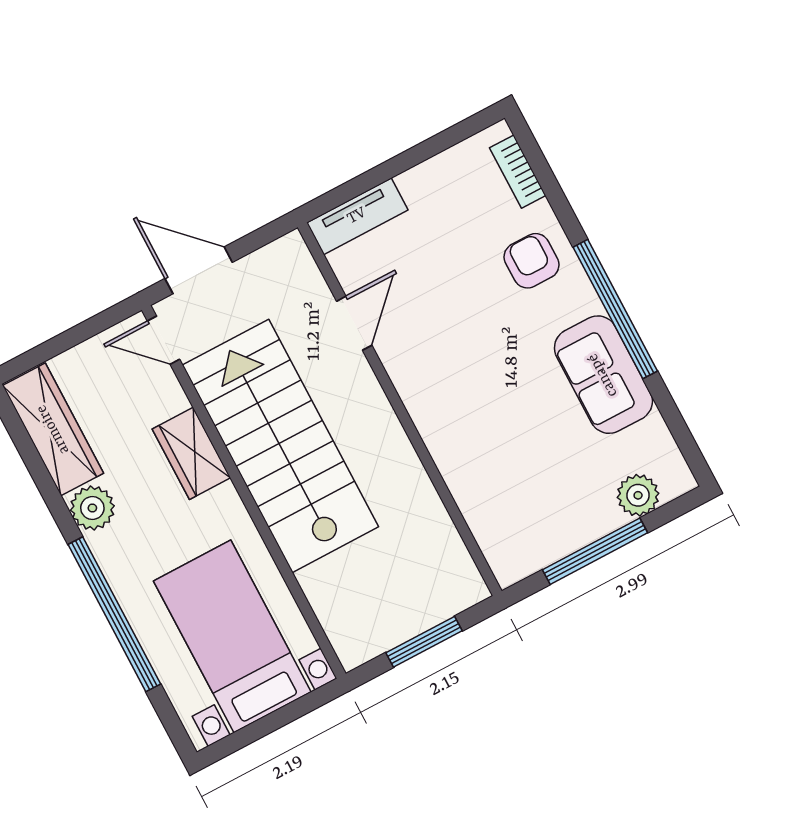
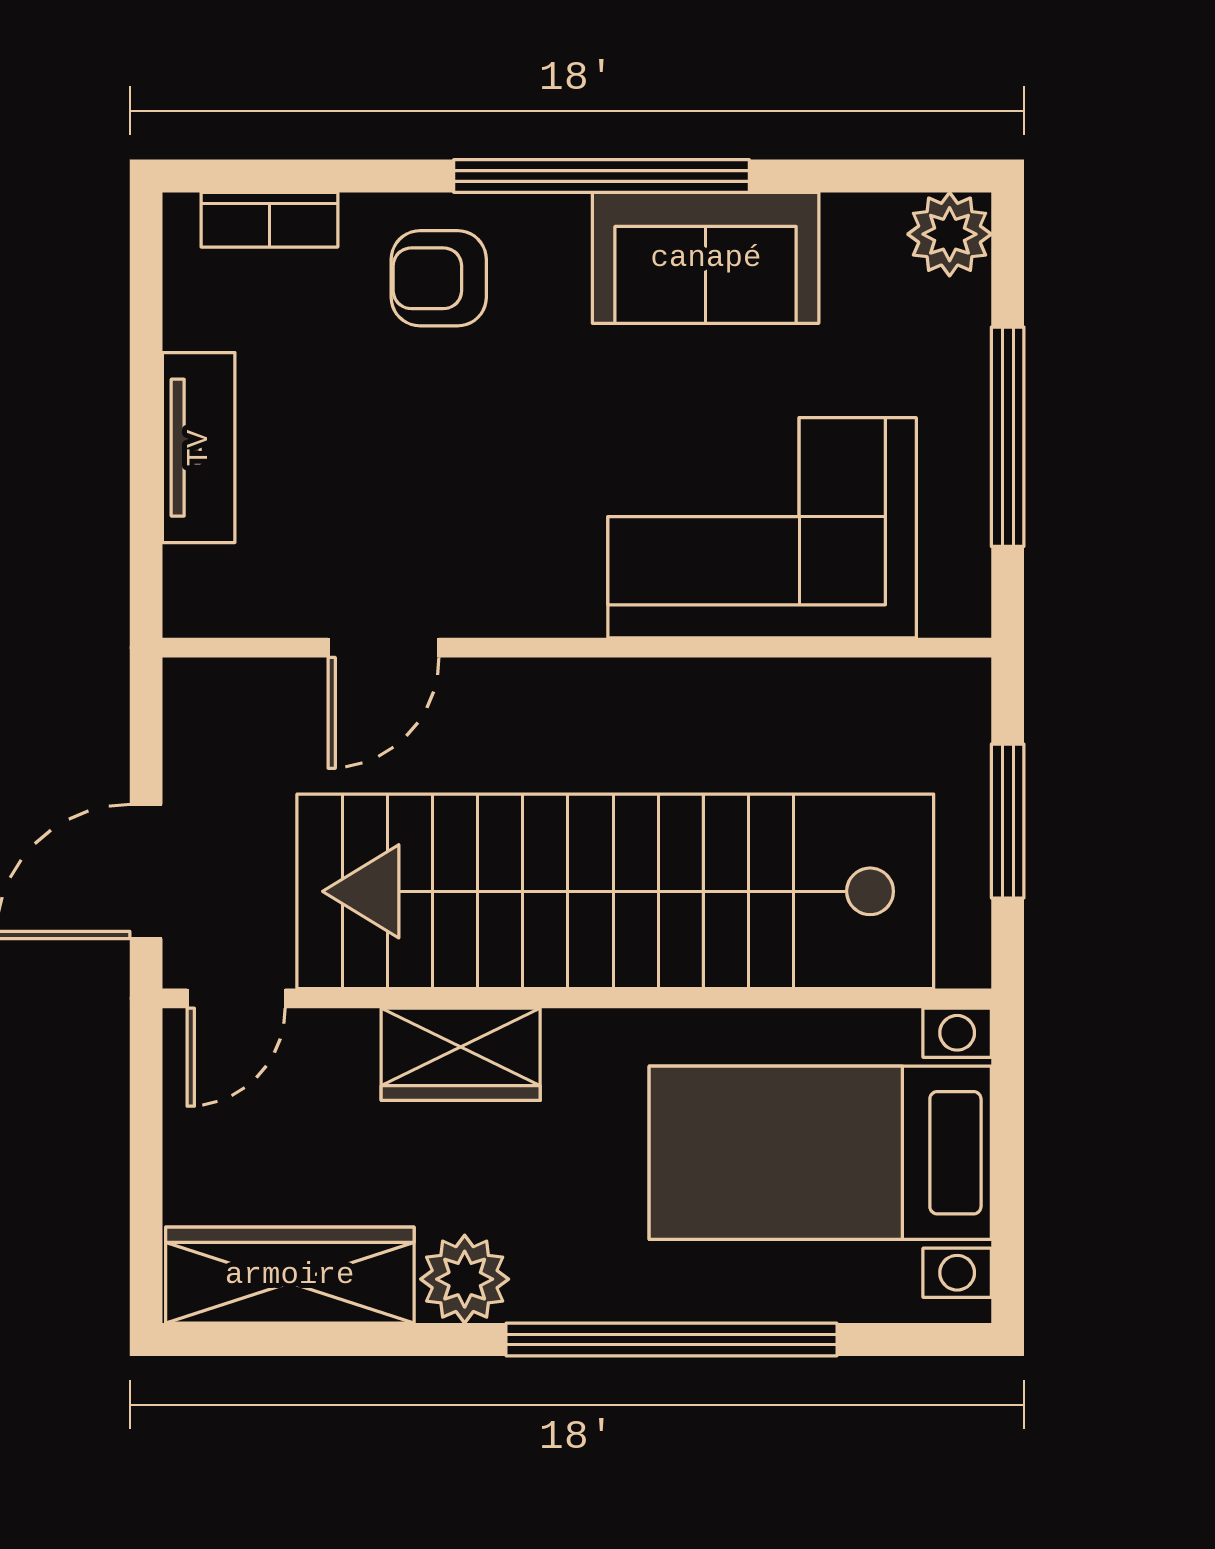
tv unit: (357, 216) -> (199, 448), moved
door: (354, 323) -> (384, 648), swing flipped
stairs: (280, 446) -> (615, 891), width x1.36
corner sofa: (497, 463) -> (762, 528), added
plant: (638, 495) -> (950, 234), moved

